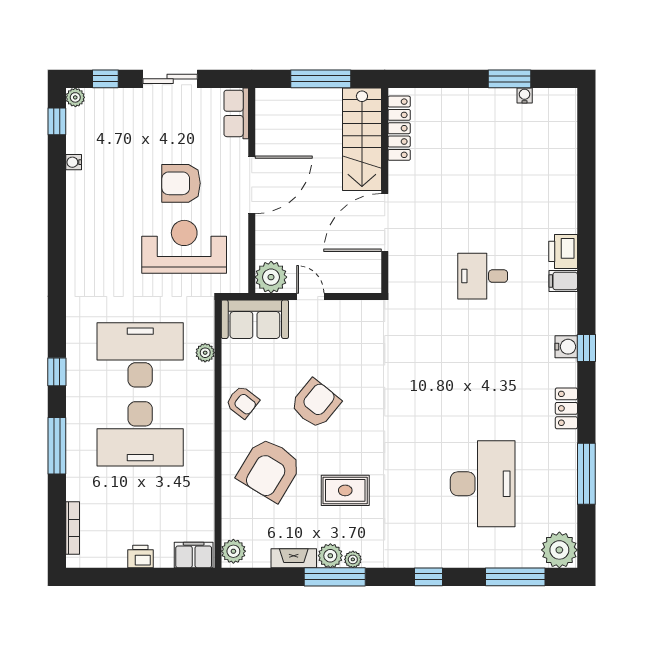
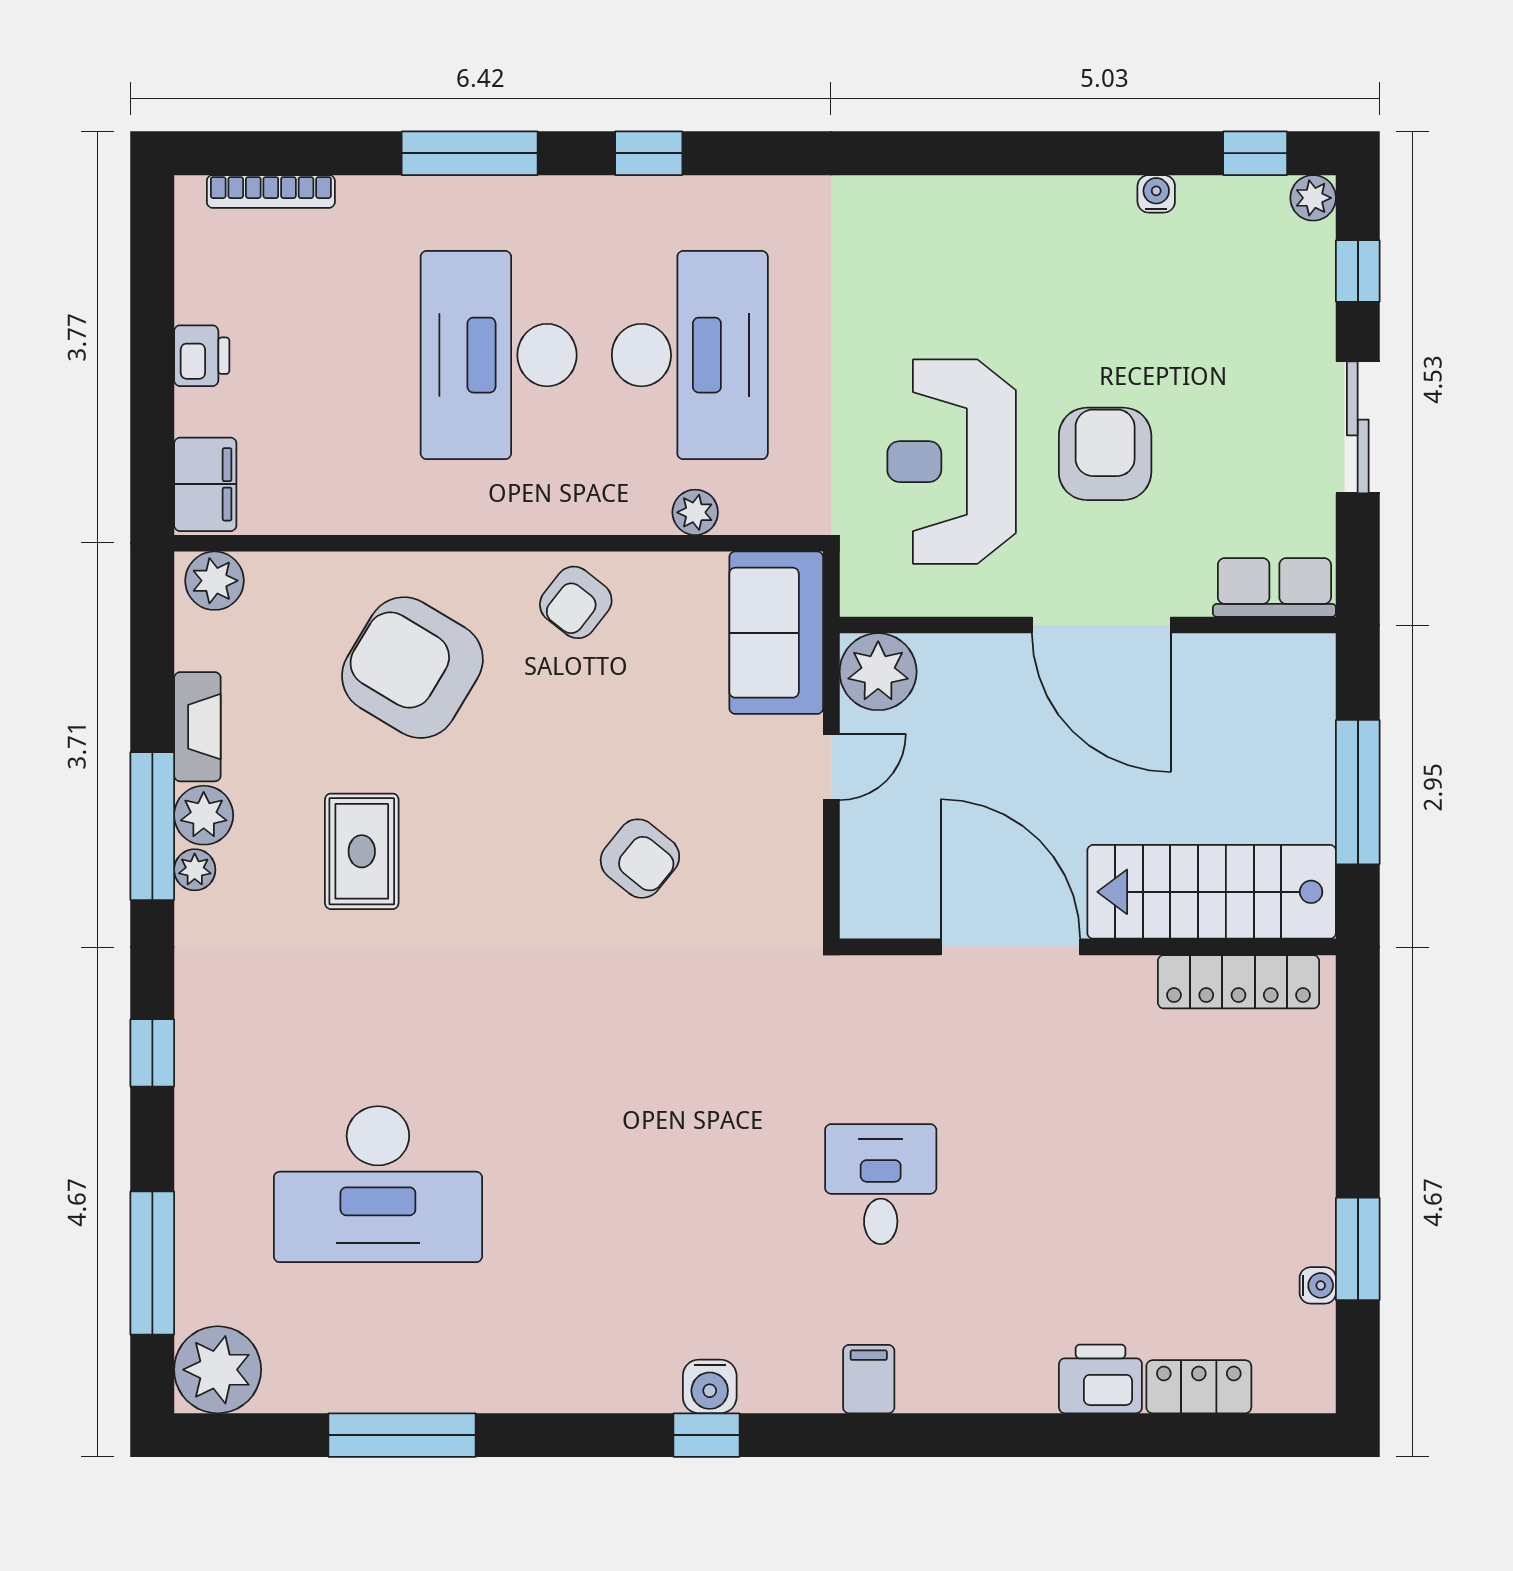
reception desk: (184, 247) -> (952, 462), turned 180
printer: (563, 251) -> (1100, 1379), moved
armchair: (316, 404) -> (640, 859), moved, width x0.72, depth x0.72
locker: (566, 408) -> (1199, 1387), moved

